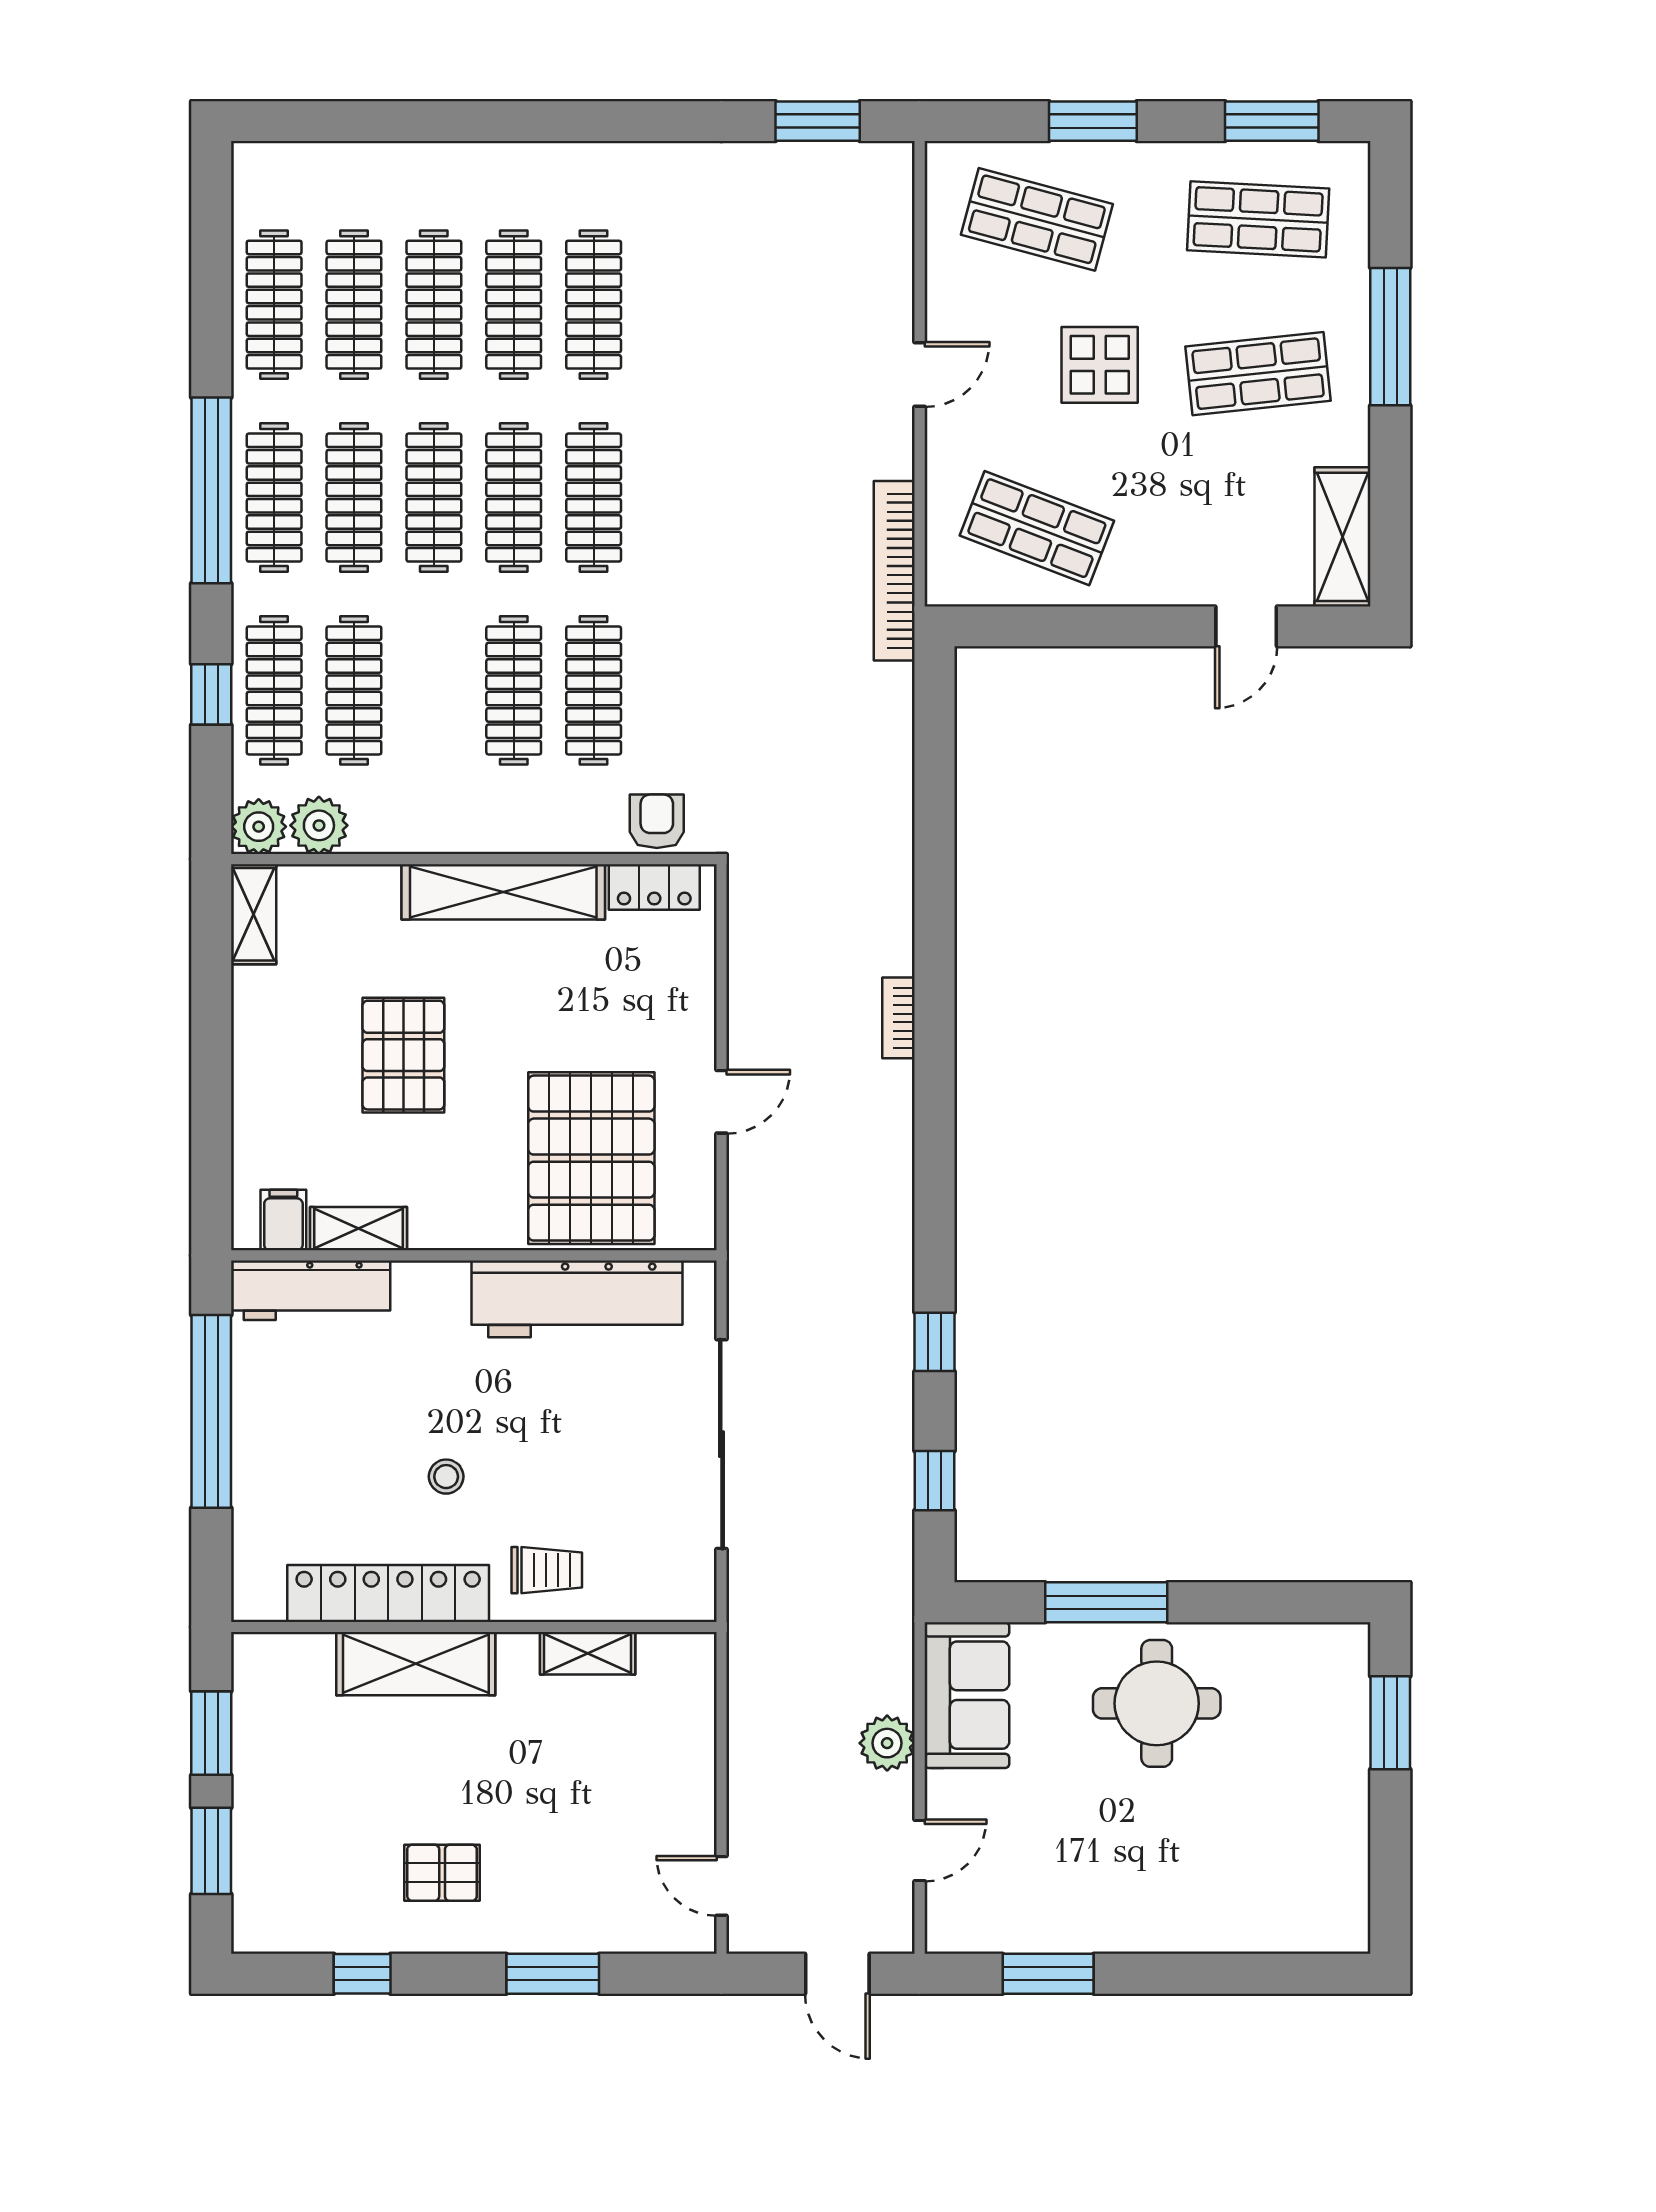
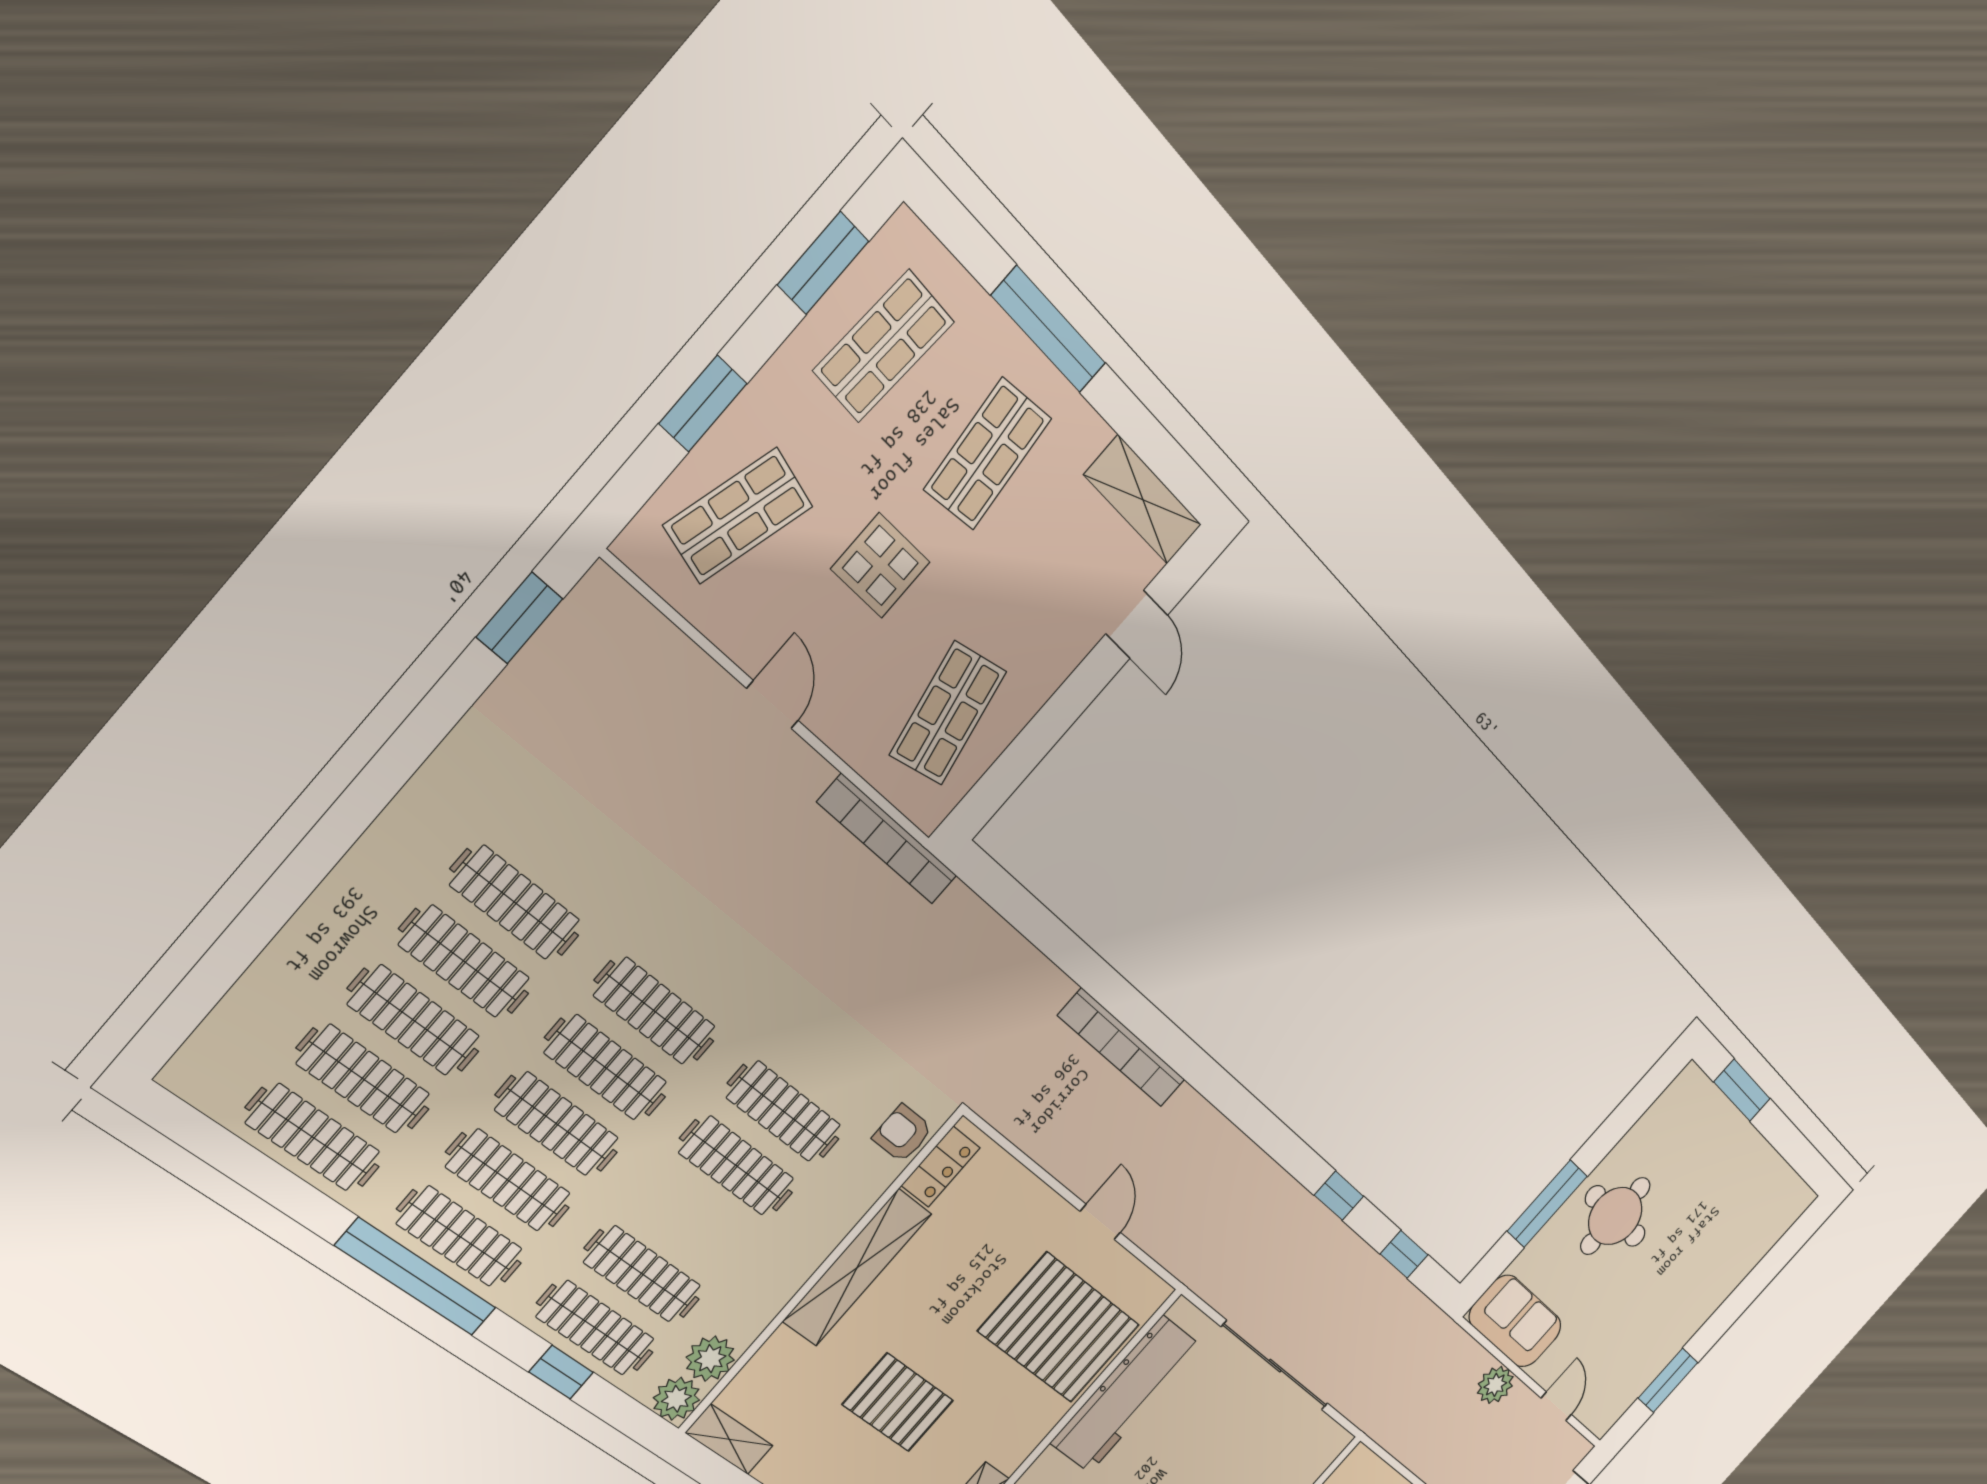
shop shelf: (1037, 528) -> (948, 713), turned -33
bookcase: (898, 1018) -> (1122, 1048), width x2.31, depth x1.31

